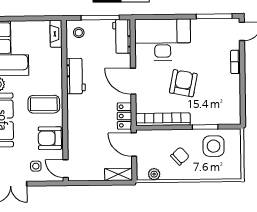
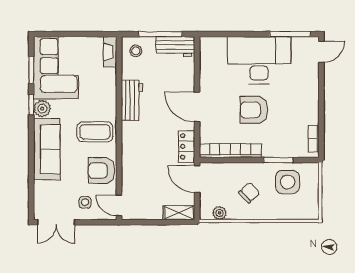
workbench: (122, 36) -> (175, 46), moved, turned -90
desk: (163, 40) -> (259, 60), moved
bookcase: (235, 62) -> (314, 139), moved
armchair: (183, 83) -> (254, 110), turned -101

